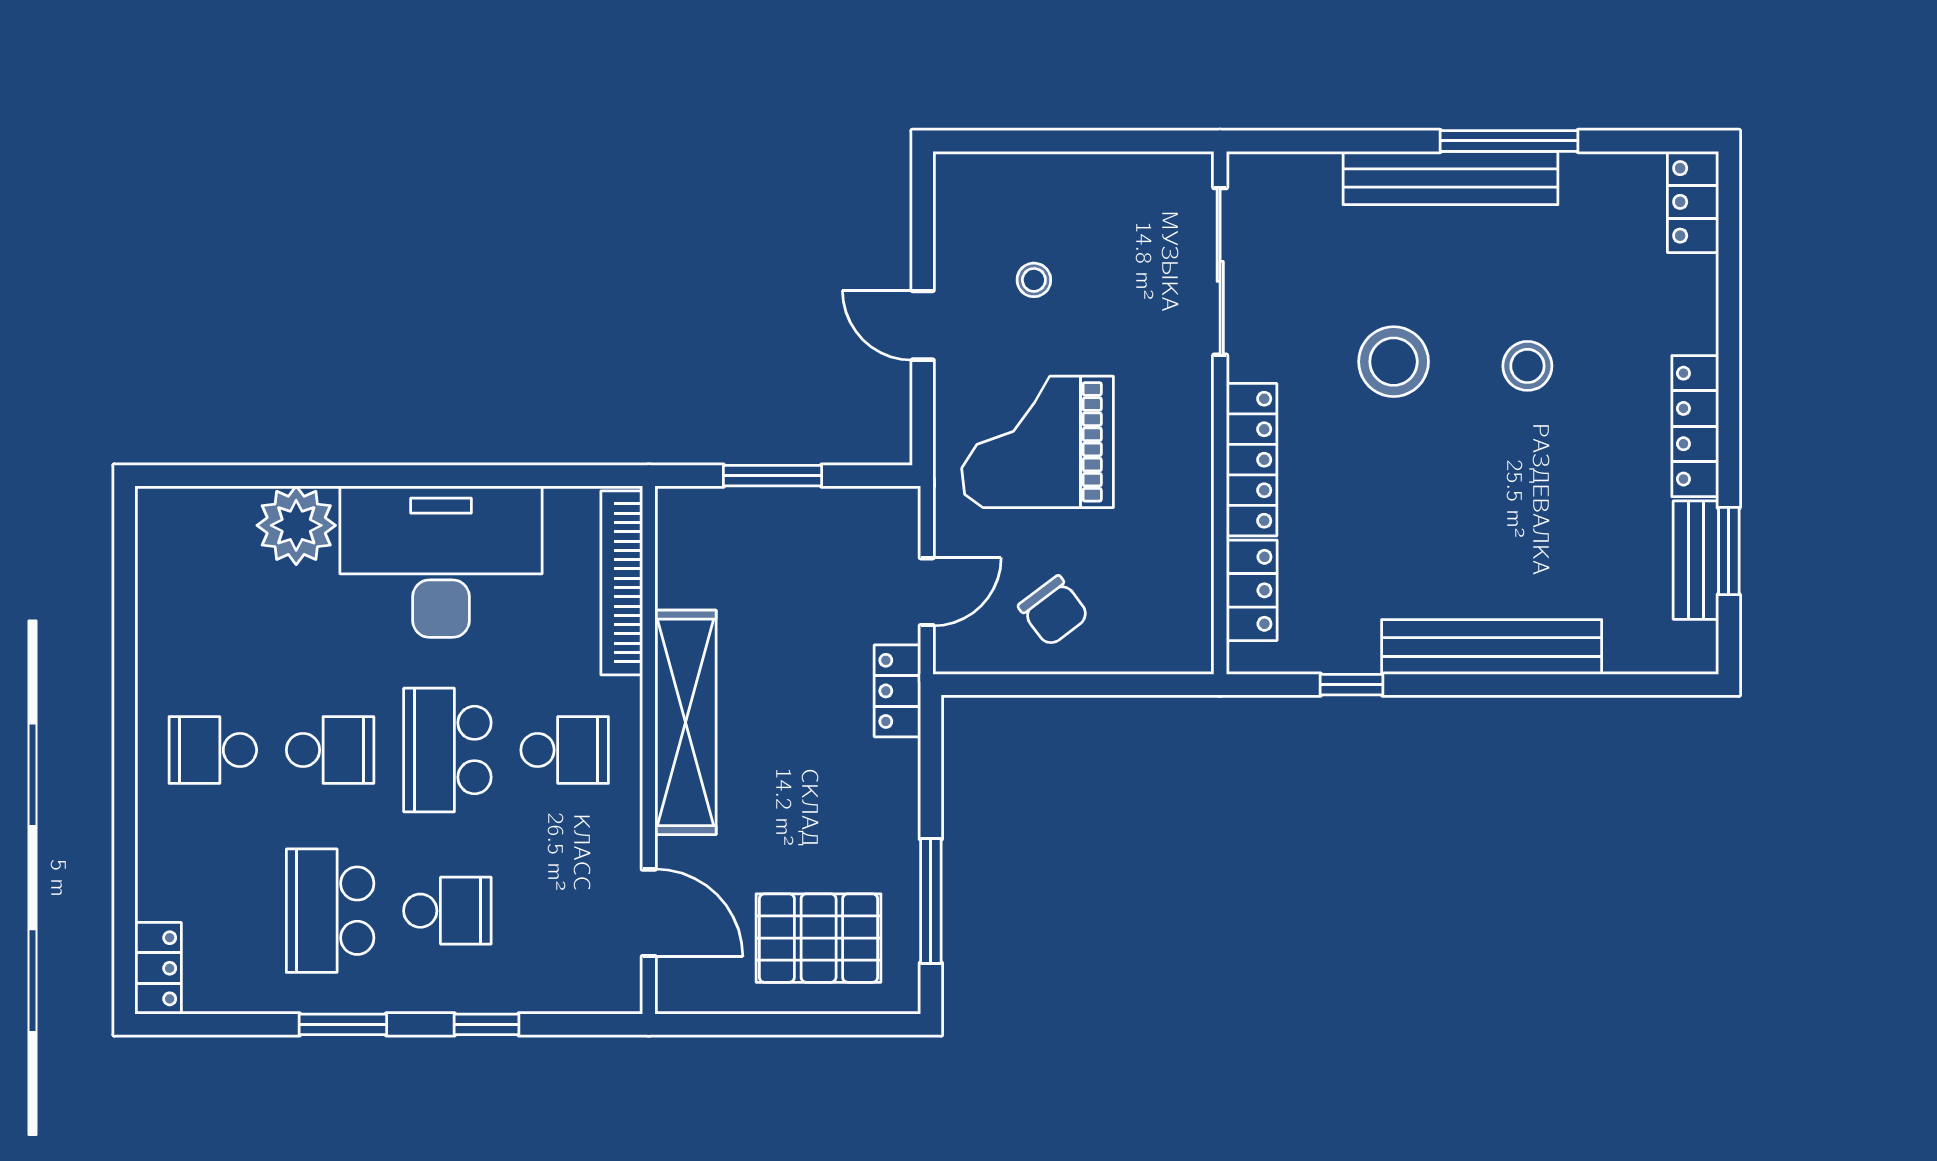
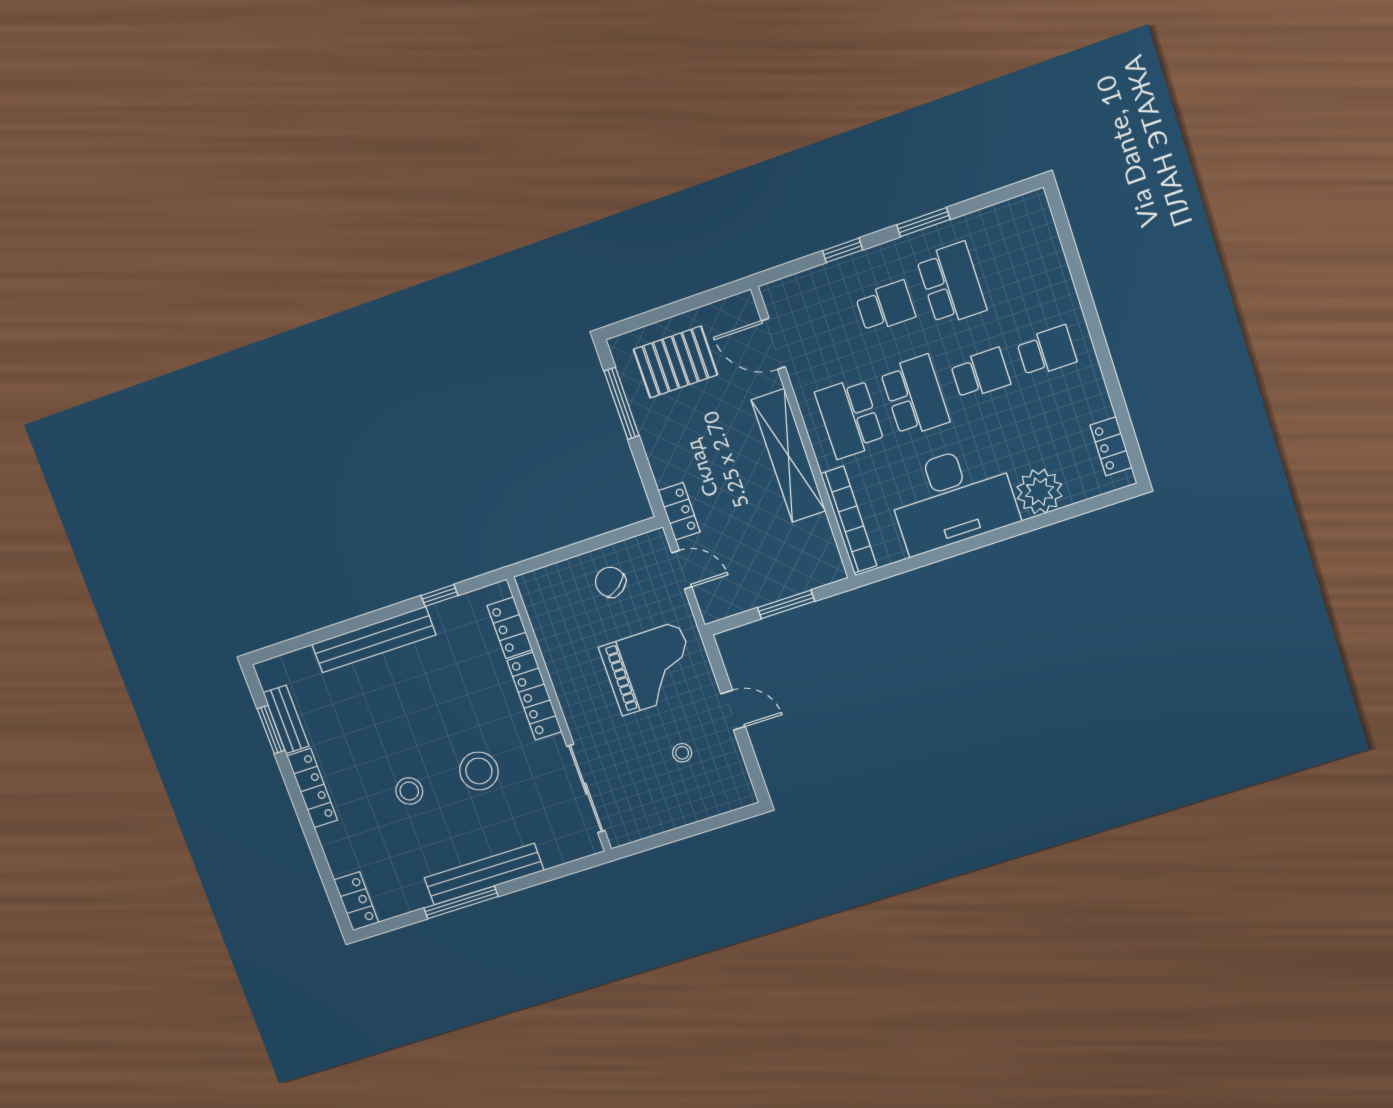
door: (927, 592) -> (682, 570), swing flipped
school desk: (330, 750) -> (980, 374), turned 180
school desk: (565, 750) -> (850, 418), width x1.85
school desk: (447, 911) -> (886, 307), turned 180
locker: (158, 968) -> (1111, 446), moved

